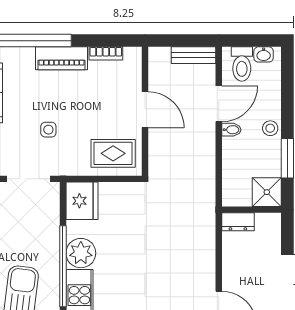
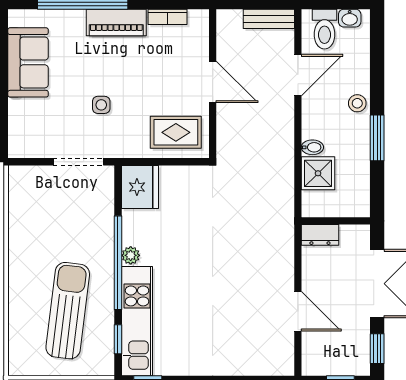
bidet: (231, 130) -> (312, 147), moved
shower: (267, 192) -> (318, 173), moved
wall: (251, 210) -> (336, 221), moved
dresser: (238, 222) -> (320, 235), moved
plant: (81, 253) -> (131, 255), width x0.53, depth x0.53

